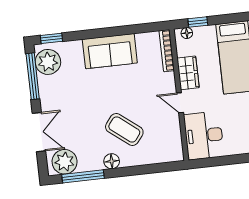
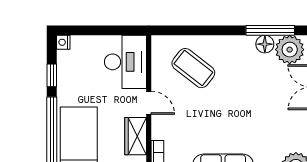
coffee table: (124, 130) -> (193, 68), moved
floor lamp: (112, 161) -> (265, 44), moved

